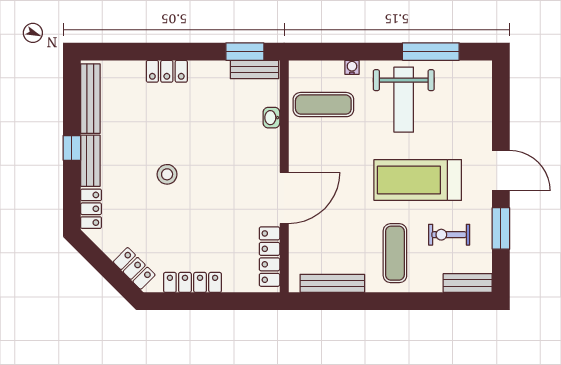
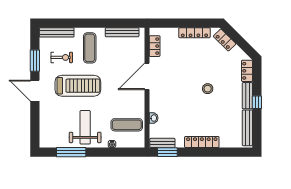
locker: (167, 71) -> (202, 142), width x1.53
locker: (270, 257) -> (155, 46), width x0.66
bench: (468, 283) -> (57, 32), width x1.36

